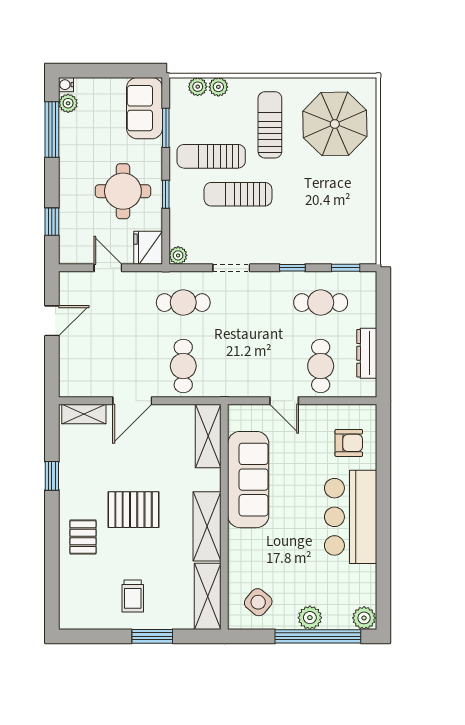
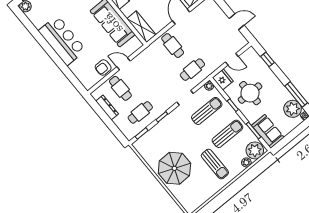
plant: (198, 87) -> (255, 150), width x1.87, depth x1.87
plant: (68, 103) -> (293, 109), width x1.88, depth x1.88
parasol: (335, 124) -> (174, 168), moved
sun lounger: (238, 194) -> (207, 111), moved
door: (52, 321) -> (237, 22), swing flipped
armchair: (349, 443) -> (103, 68), moved

